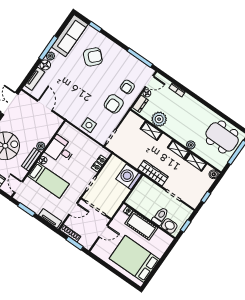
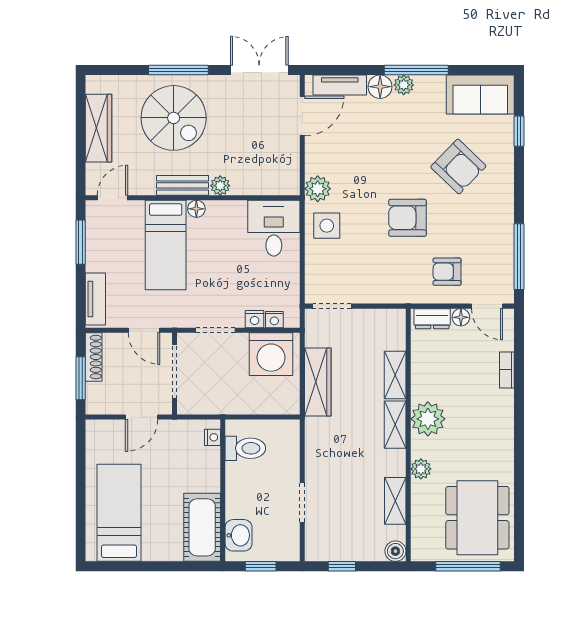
sofa: (70, 36) -> (480, 94), width x0.73
armchair: (114, 104) -> (408, 218), moved
door: (45, 106) -> (302, 116), moved
plant: (66, 112) -> (318, 189), added
plant: (159, 119) -> (428, 419), moved
side table: (89, 125) -> (327, 226), moved
desk: (60, 150) -> (274, 228), moved
shelving: (178, 150) -> (395, 425), moved
wardrobe: (153, 173) -> (318, 382), moved
washing machine: (129, 177) -> (271, 354), moved, turned 180
toilet: (160, 216) -> (245, 448), moved
cot: (141, 226) -> (202, 527), moved
door: (103, 231) -> (141, 417), hinge flipped
bed: (134, 259) -> (119, 513), width x0.67

